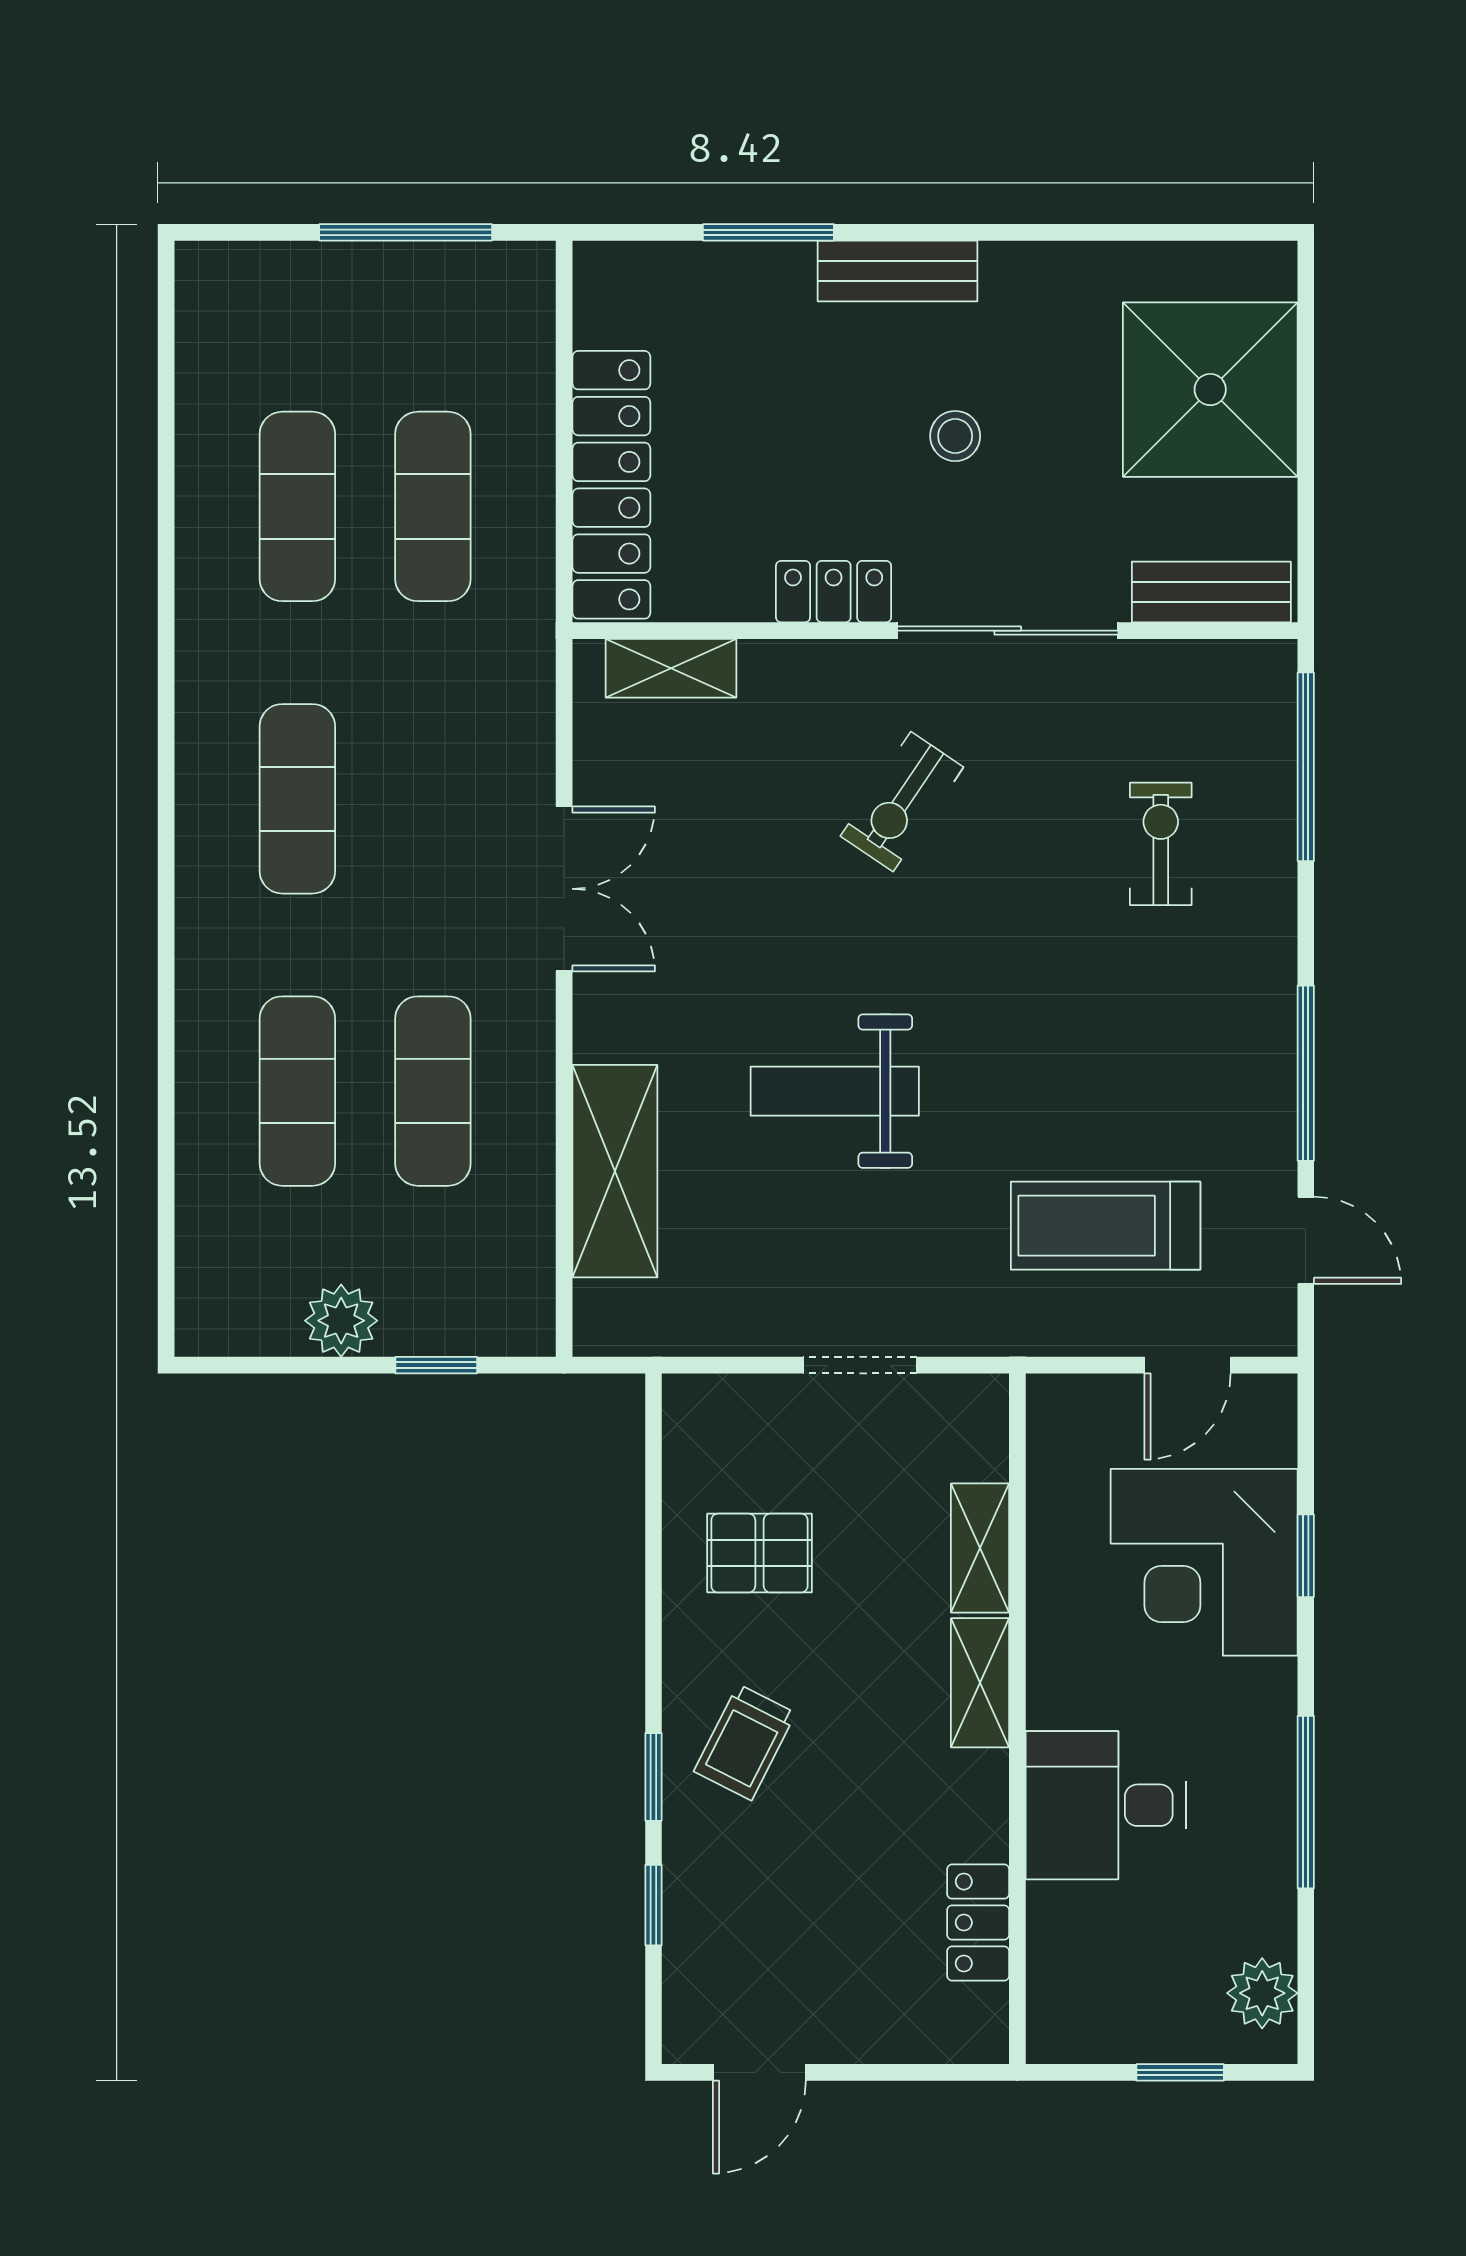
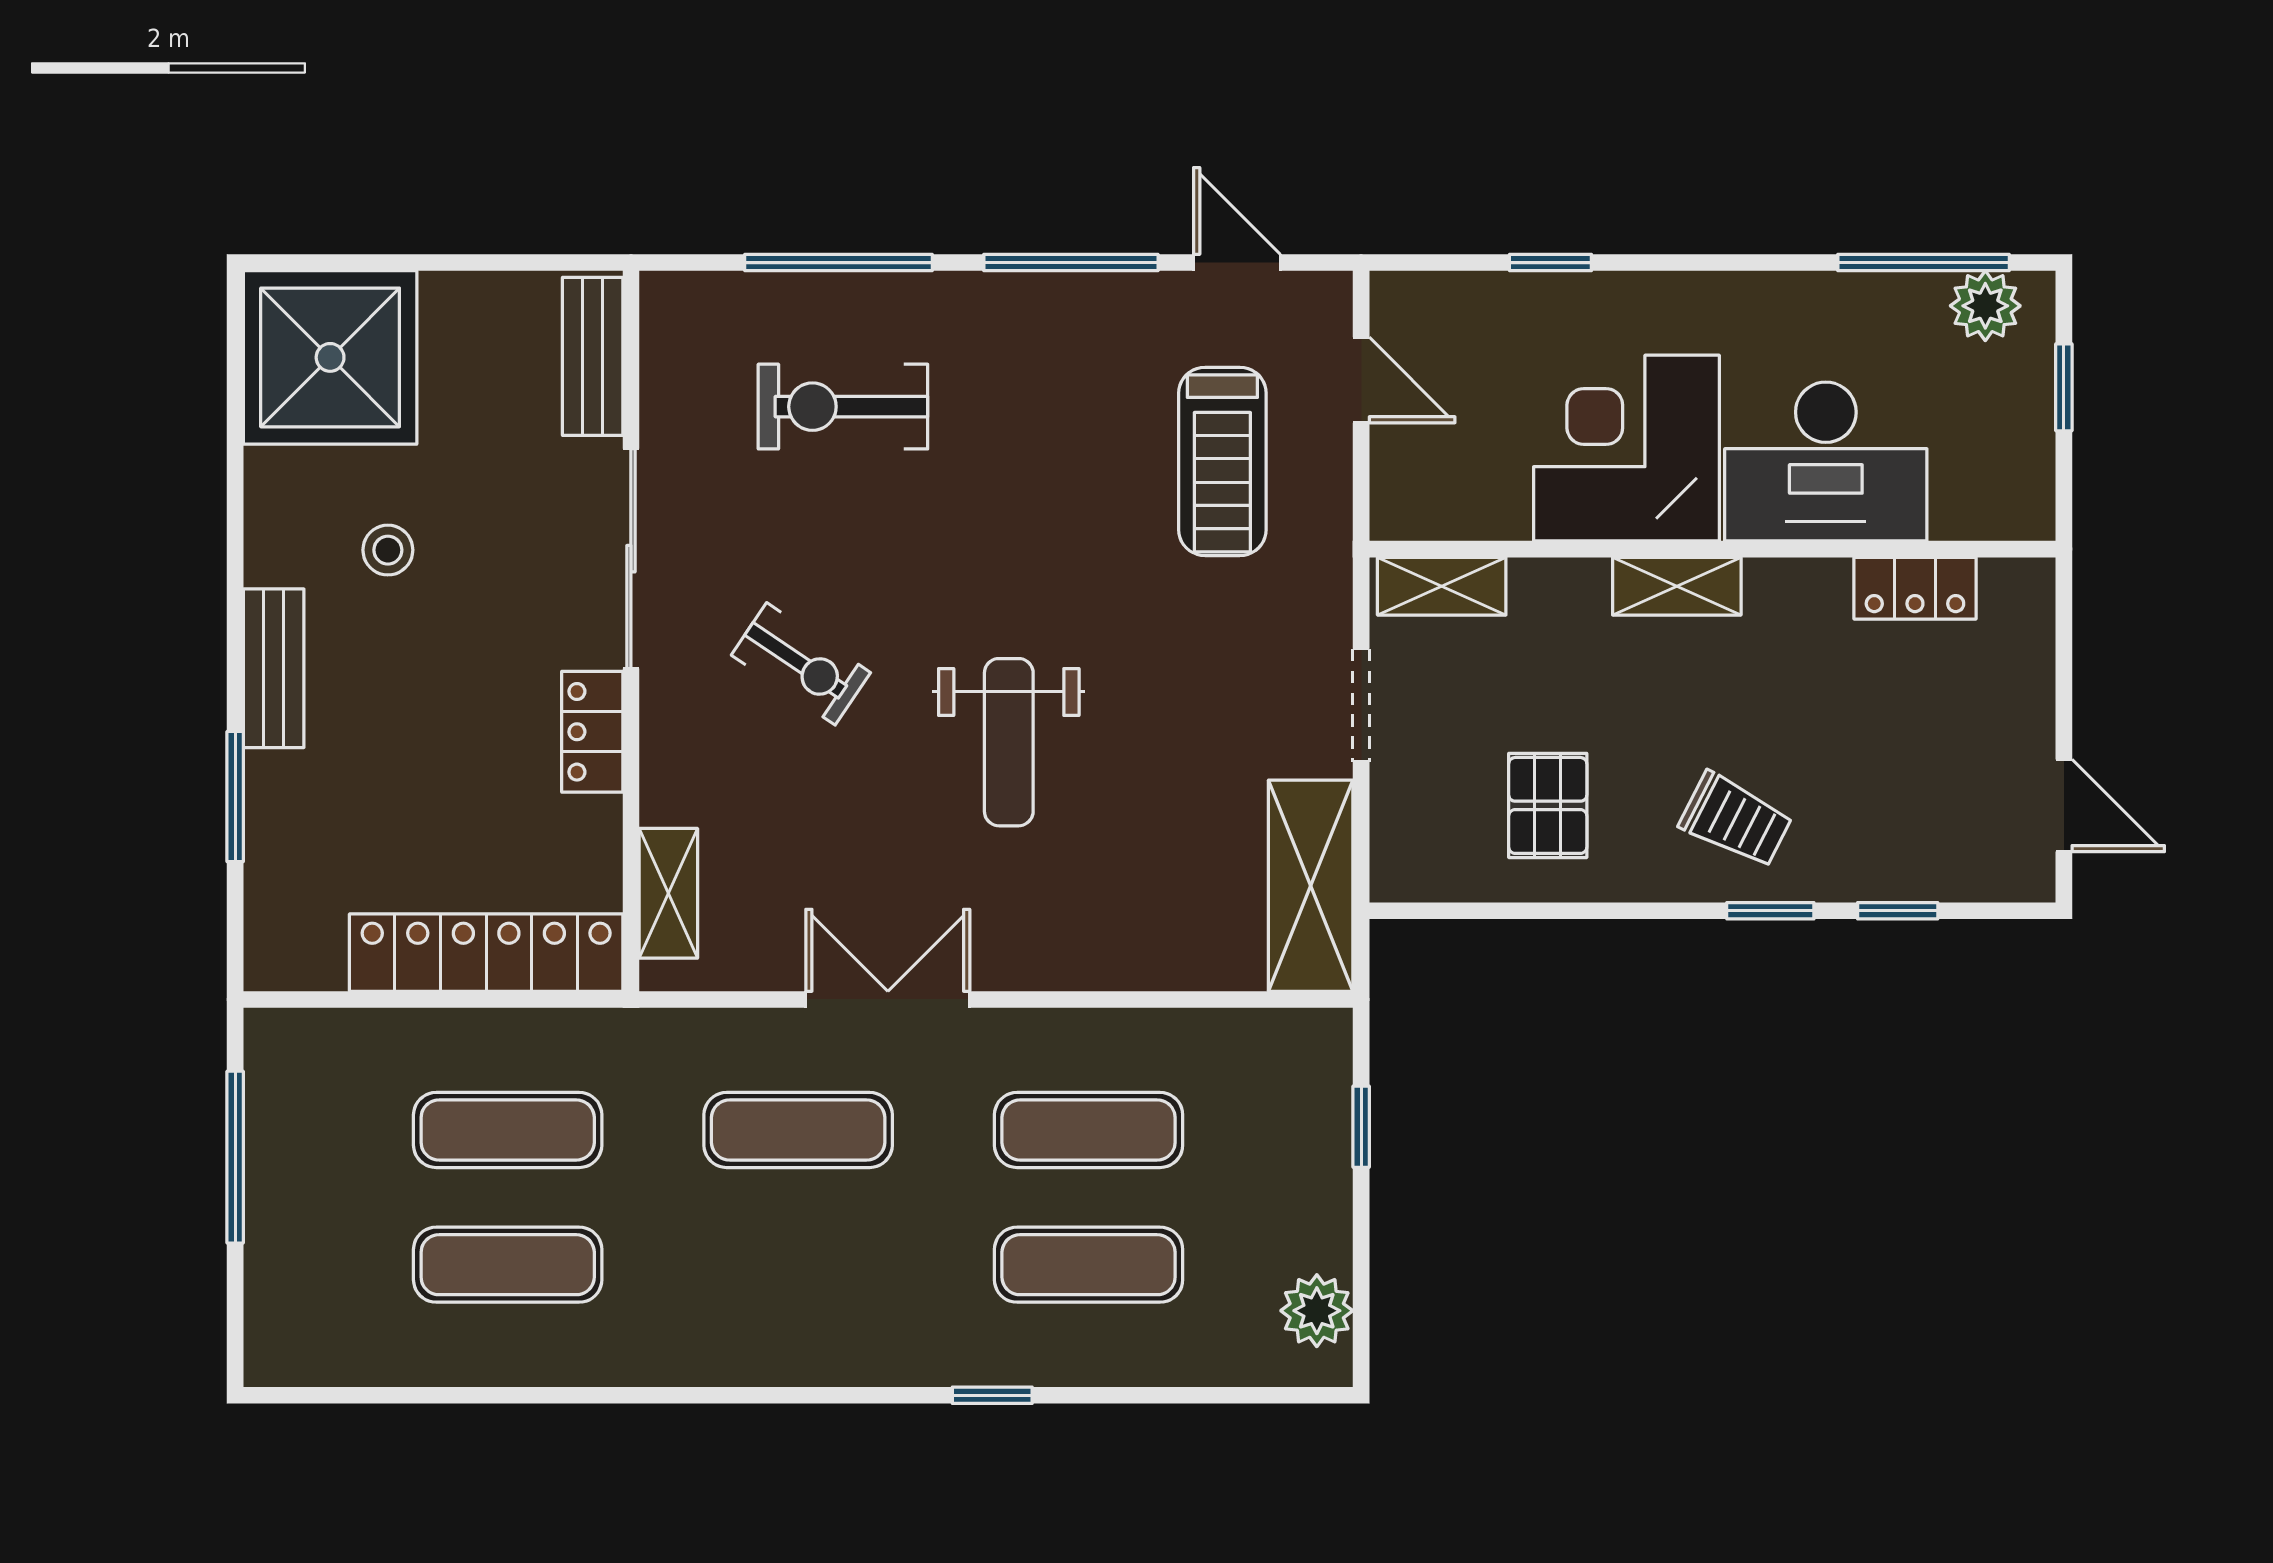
shower: (1210, 390) -> (330, 357), moved
stool: (955, 436) -> (388, 550), moved
window: (1306, 767) -> (839, 263), moved
exercise mat: (297, 799) -> (798, 1130), moved
exercise bike: (1161, 844) -> (843, 407), width x1.38, depth x1.39
window: (166, 994) -> (992, 1395), added
weight bench: (835, 1091) -> (1009, 742), moved
shelving: (615, 1171) -> (1311, 886), moved, turned 90
door: (1306, 1240) -> (1237, 263), hinge flipped
plant: (341, 1321) -> (1317, 1311), moved
shelving: (980, 1548) -> (1442, 586), moved
corner desk: (1204, 1562) -> (1626, 448), moved, turned 180
window: (1306, 1802) -> (1924, 263), moved
desk: (1106, 1805) -> (1826, 461), width x1.37

